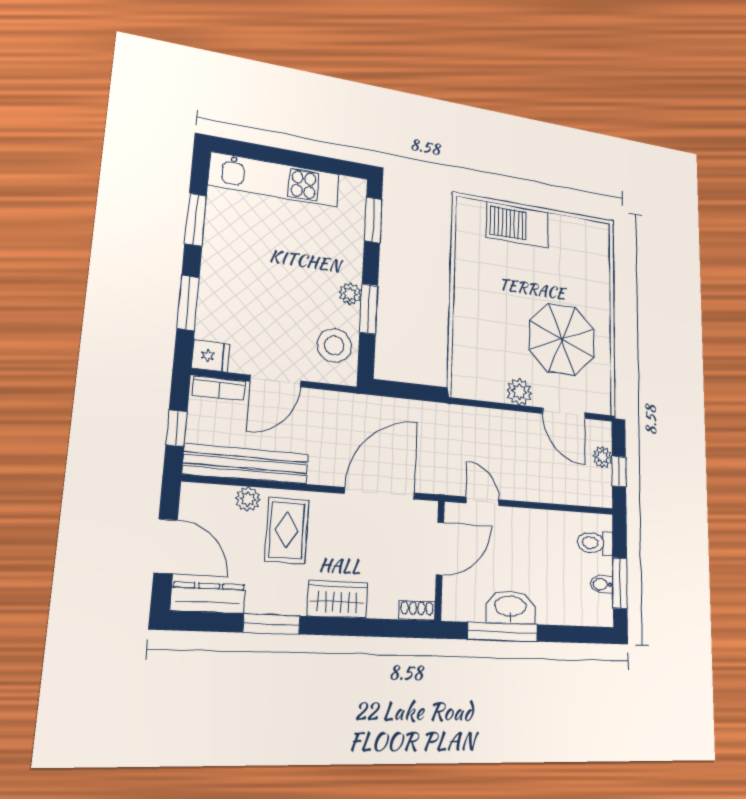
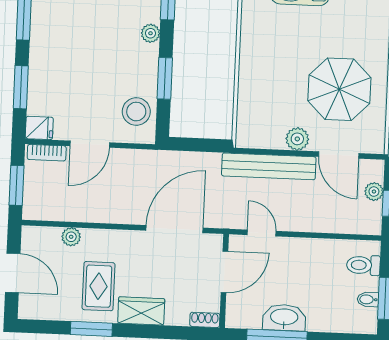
plant: (350, 294) -> (150, 33), moved
window: (177, 428) -> (16, 185), width x1.50
bench: (246, 464) -> (269, 166), moved
rug: (287, 530) -> (99, 286), moved
dresser: (208, 598) -> (44, 310), removed

